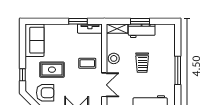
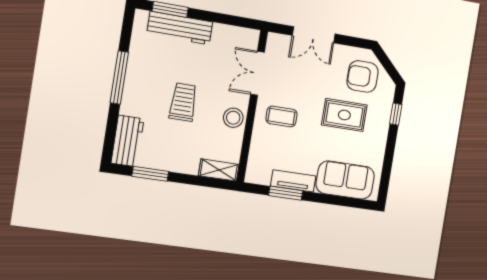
window: (140, 21) -> (150, 174), moved
tv unit: (90, 29) -> (293, 181), moved
workbench: (142, 31) -> (127, 141), moved, turned 90
sofa: (34, 40) -> (345, 180), moved, turned 90

